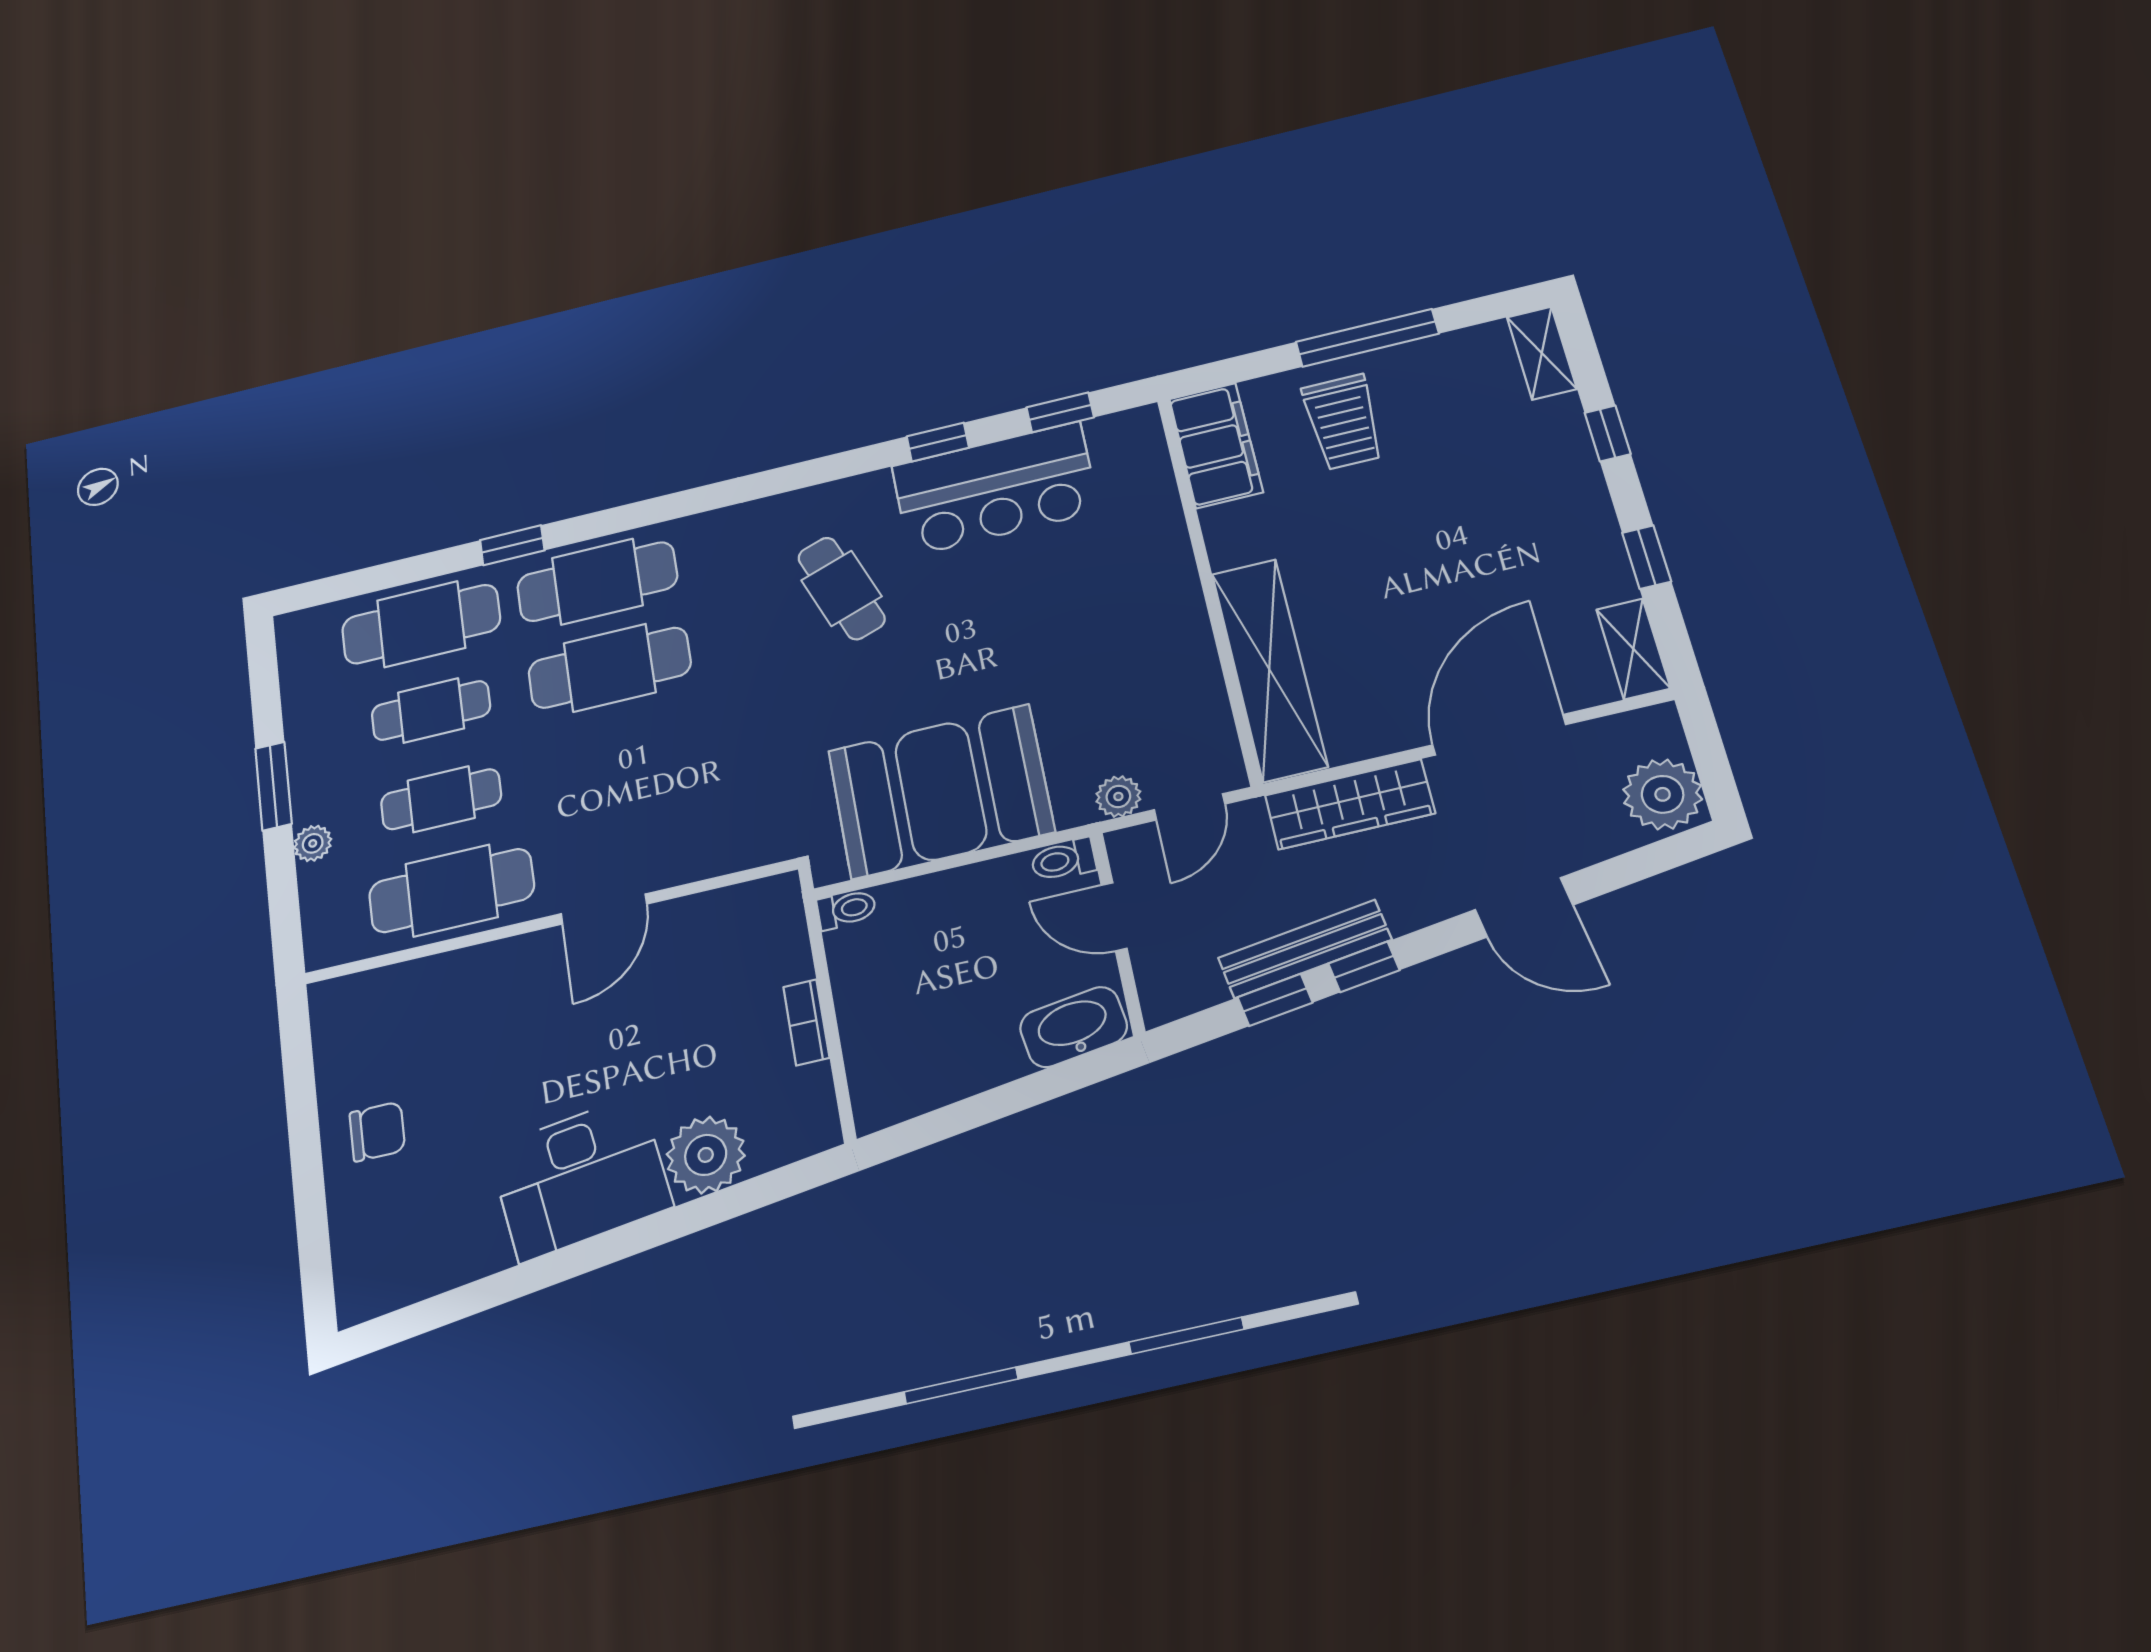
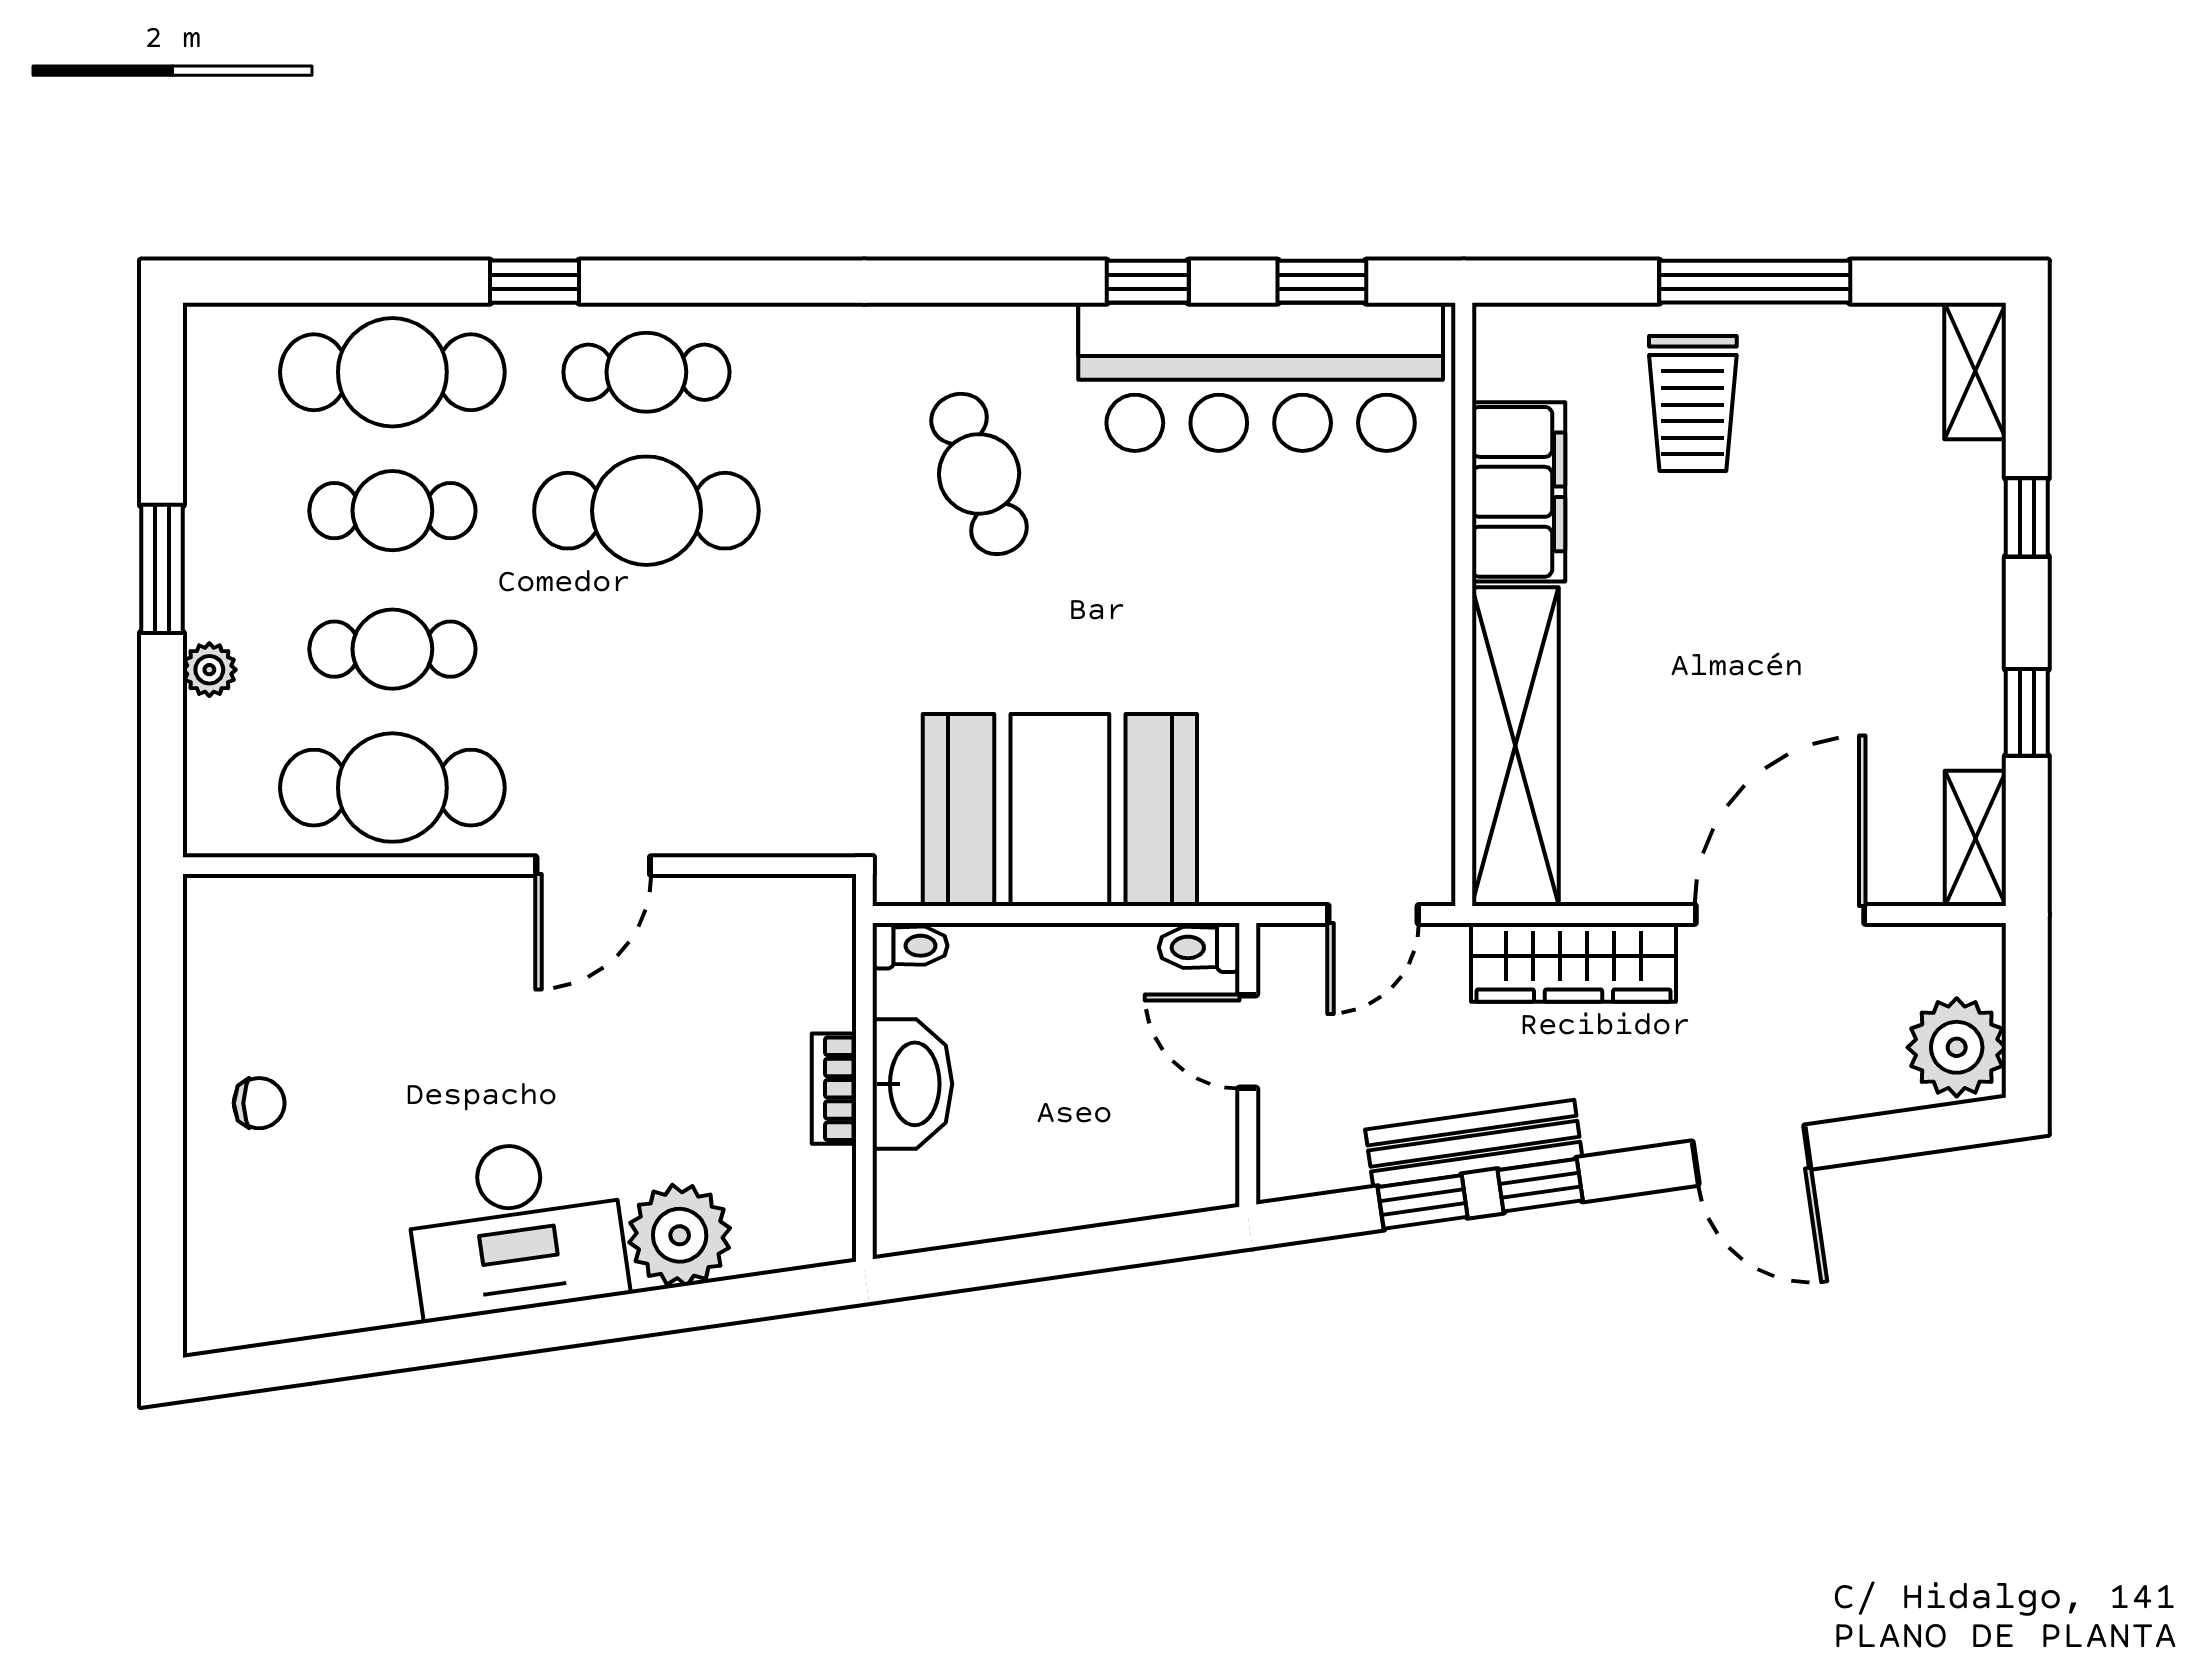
filing cabinet: (1216, 445) -> (1519, 492), moved
bar counter: (995, 489) -> (1261, 377), width x1.36
cafe table: (597, 582) -> (646, 372), width x0.73, depth x0.74
plant: (1118, 796) -> (1286, 877), removed
washbasin: (1074, 1027) -> (912, 1084), moved, turned 98
chair: (377, 1132) -> (259, 1103), width x0.73, depth x0.73

